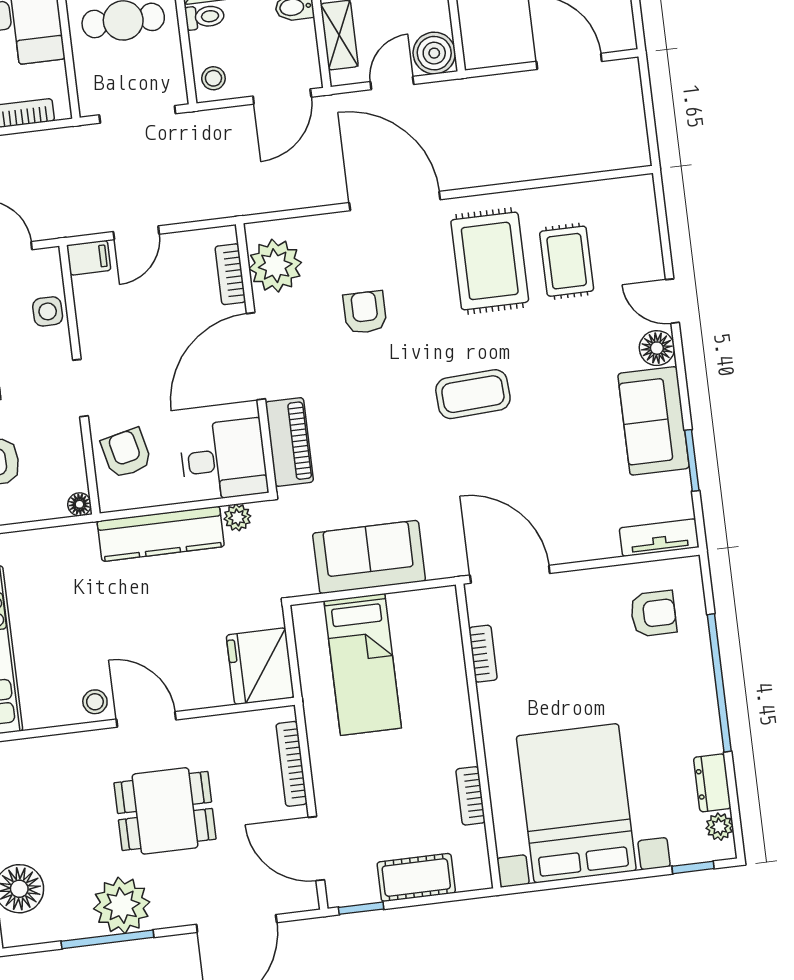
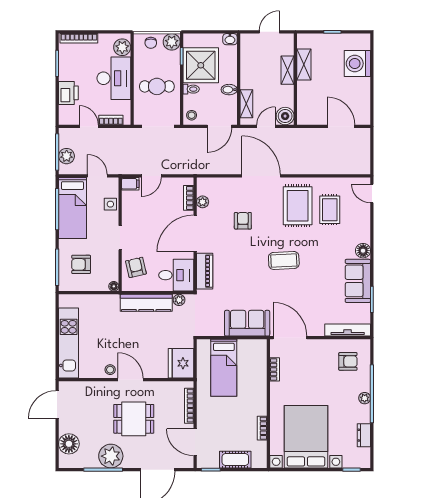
plant: (275, 266) -> (203, 202), width x0.53, depth x0.53
door: (672, 301) -> (372, 193), moved
tv unit: (659, 538) -> (348, 330), width x1.41
sofa: (369, 557) -> (247, 323), moved
plant: (719, 827) -> (365, 398), moved

